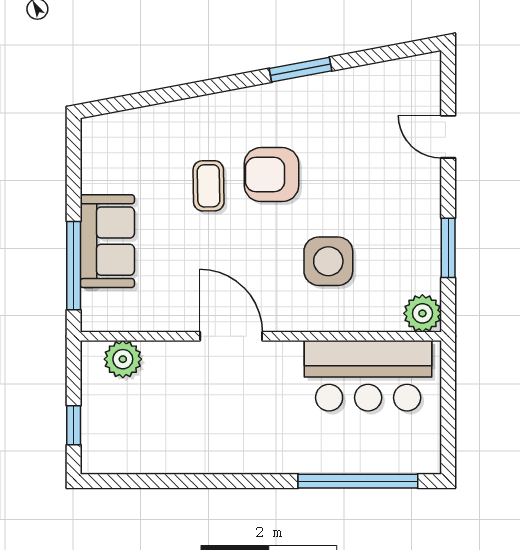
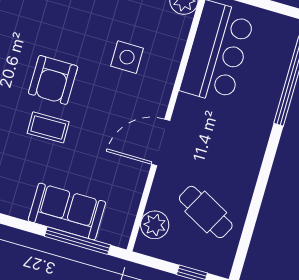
side table: (328, 261) -> (127, 57), width x0.73, depth x0.73
cafe table: (158, 420) -> (206, 212), added

